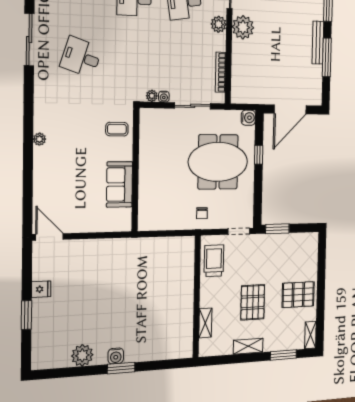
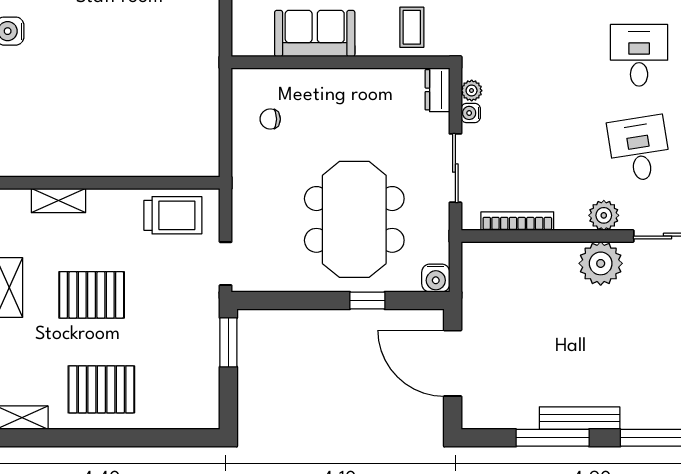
dresser: (151, 115) -> (437, 90), added
chair: (202, 213) -> (270, 119), moved
pallet: (298, 295) -> (101, 389), turned 90

